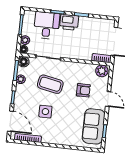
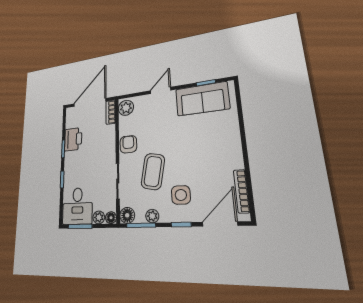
printer: (69, 22) -> (73, 139), moved
desk: (47, 25) -> (77, 206), moved, turned -90
armchair: (83, 90) -> (128, 144), moved
side table: (45, 112) -> (181, 195), moved

